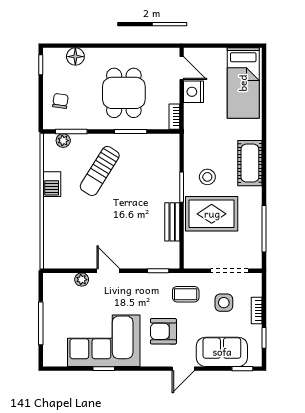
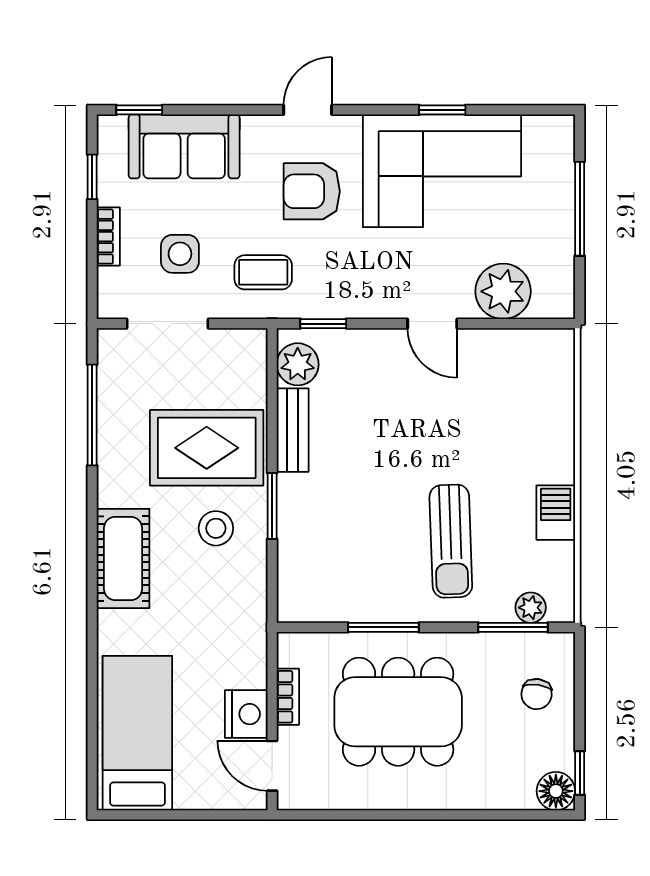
floor lamp: (75, 57) -> (556, 791), moved
dining table: (124, 93) -> (398, 712), width x1.38
bookcase: (174, 117) -> (288, 697), moved
sun lounger: (100, 171) -> (451, 541), turned 146
plant: (170, 252) -> (298, 364), added
plant: (82, 280) -> (503, 291), width x1.88, depth x1.88
armchair: (163, 331) -> (312, 191), turned 180
door: (183, 369) -> (308, 110), moved

